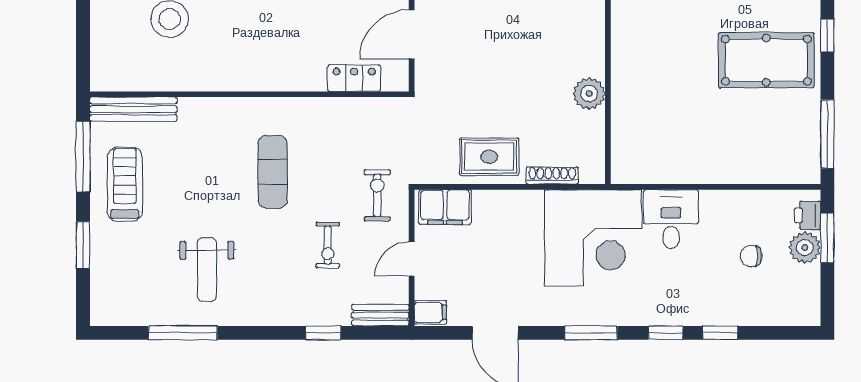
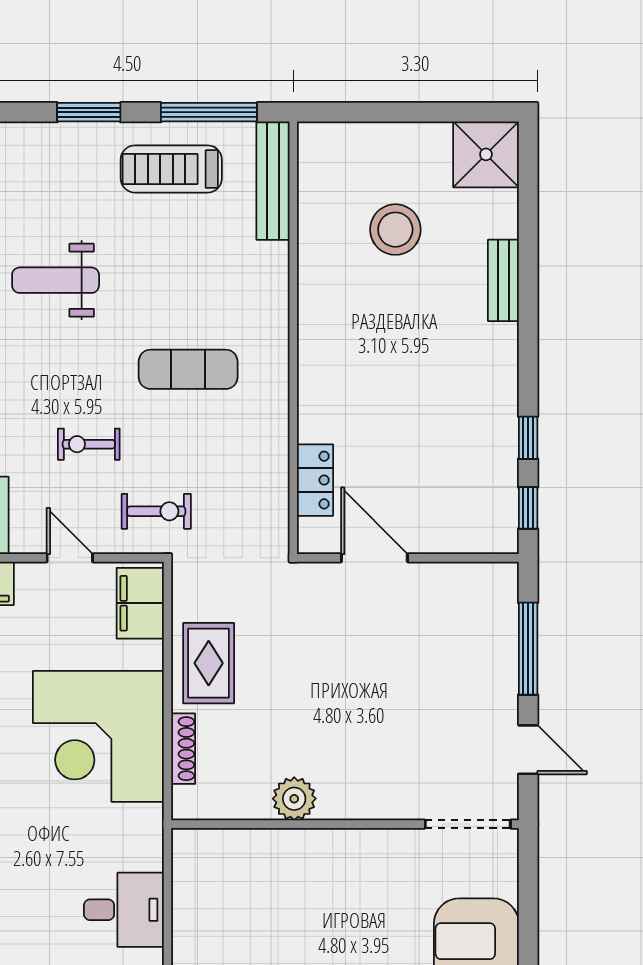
treadmill: (125, 184) -> (171, 169), turned 180
corner desk: (593, 238) -> (98, 736), moved

